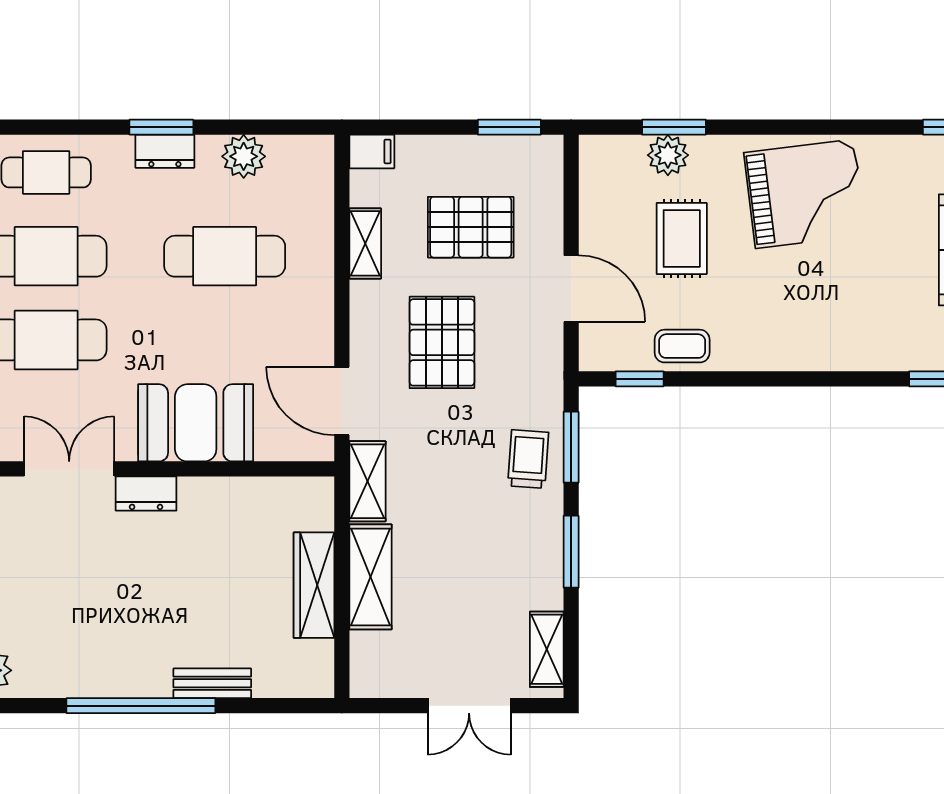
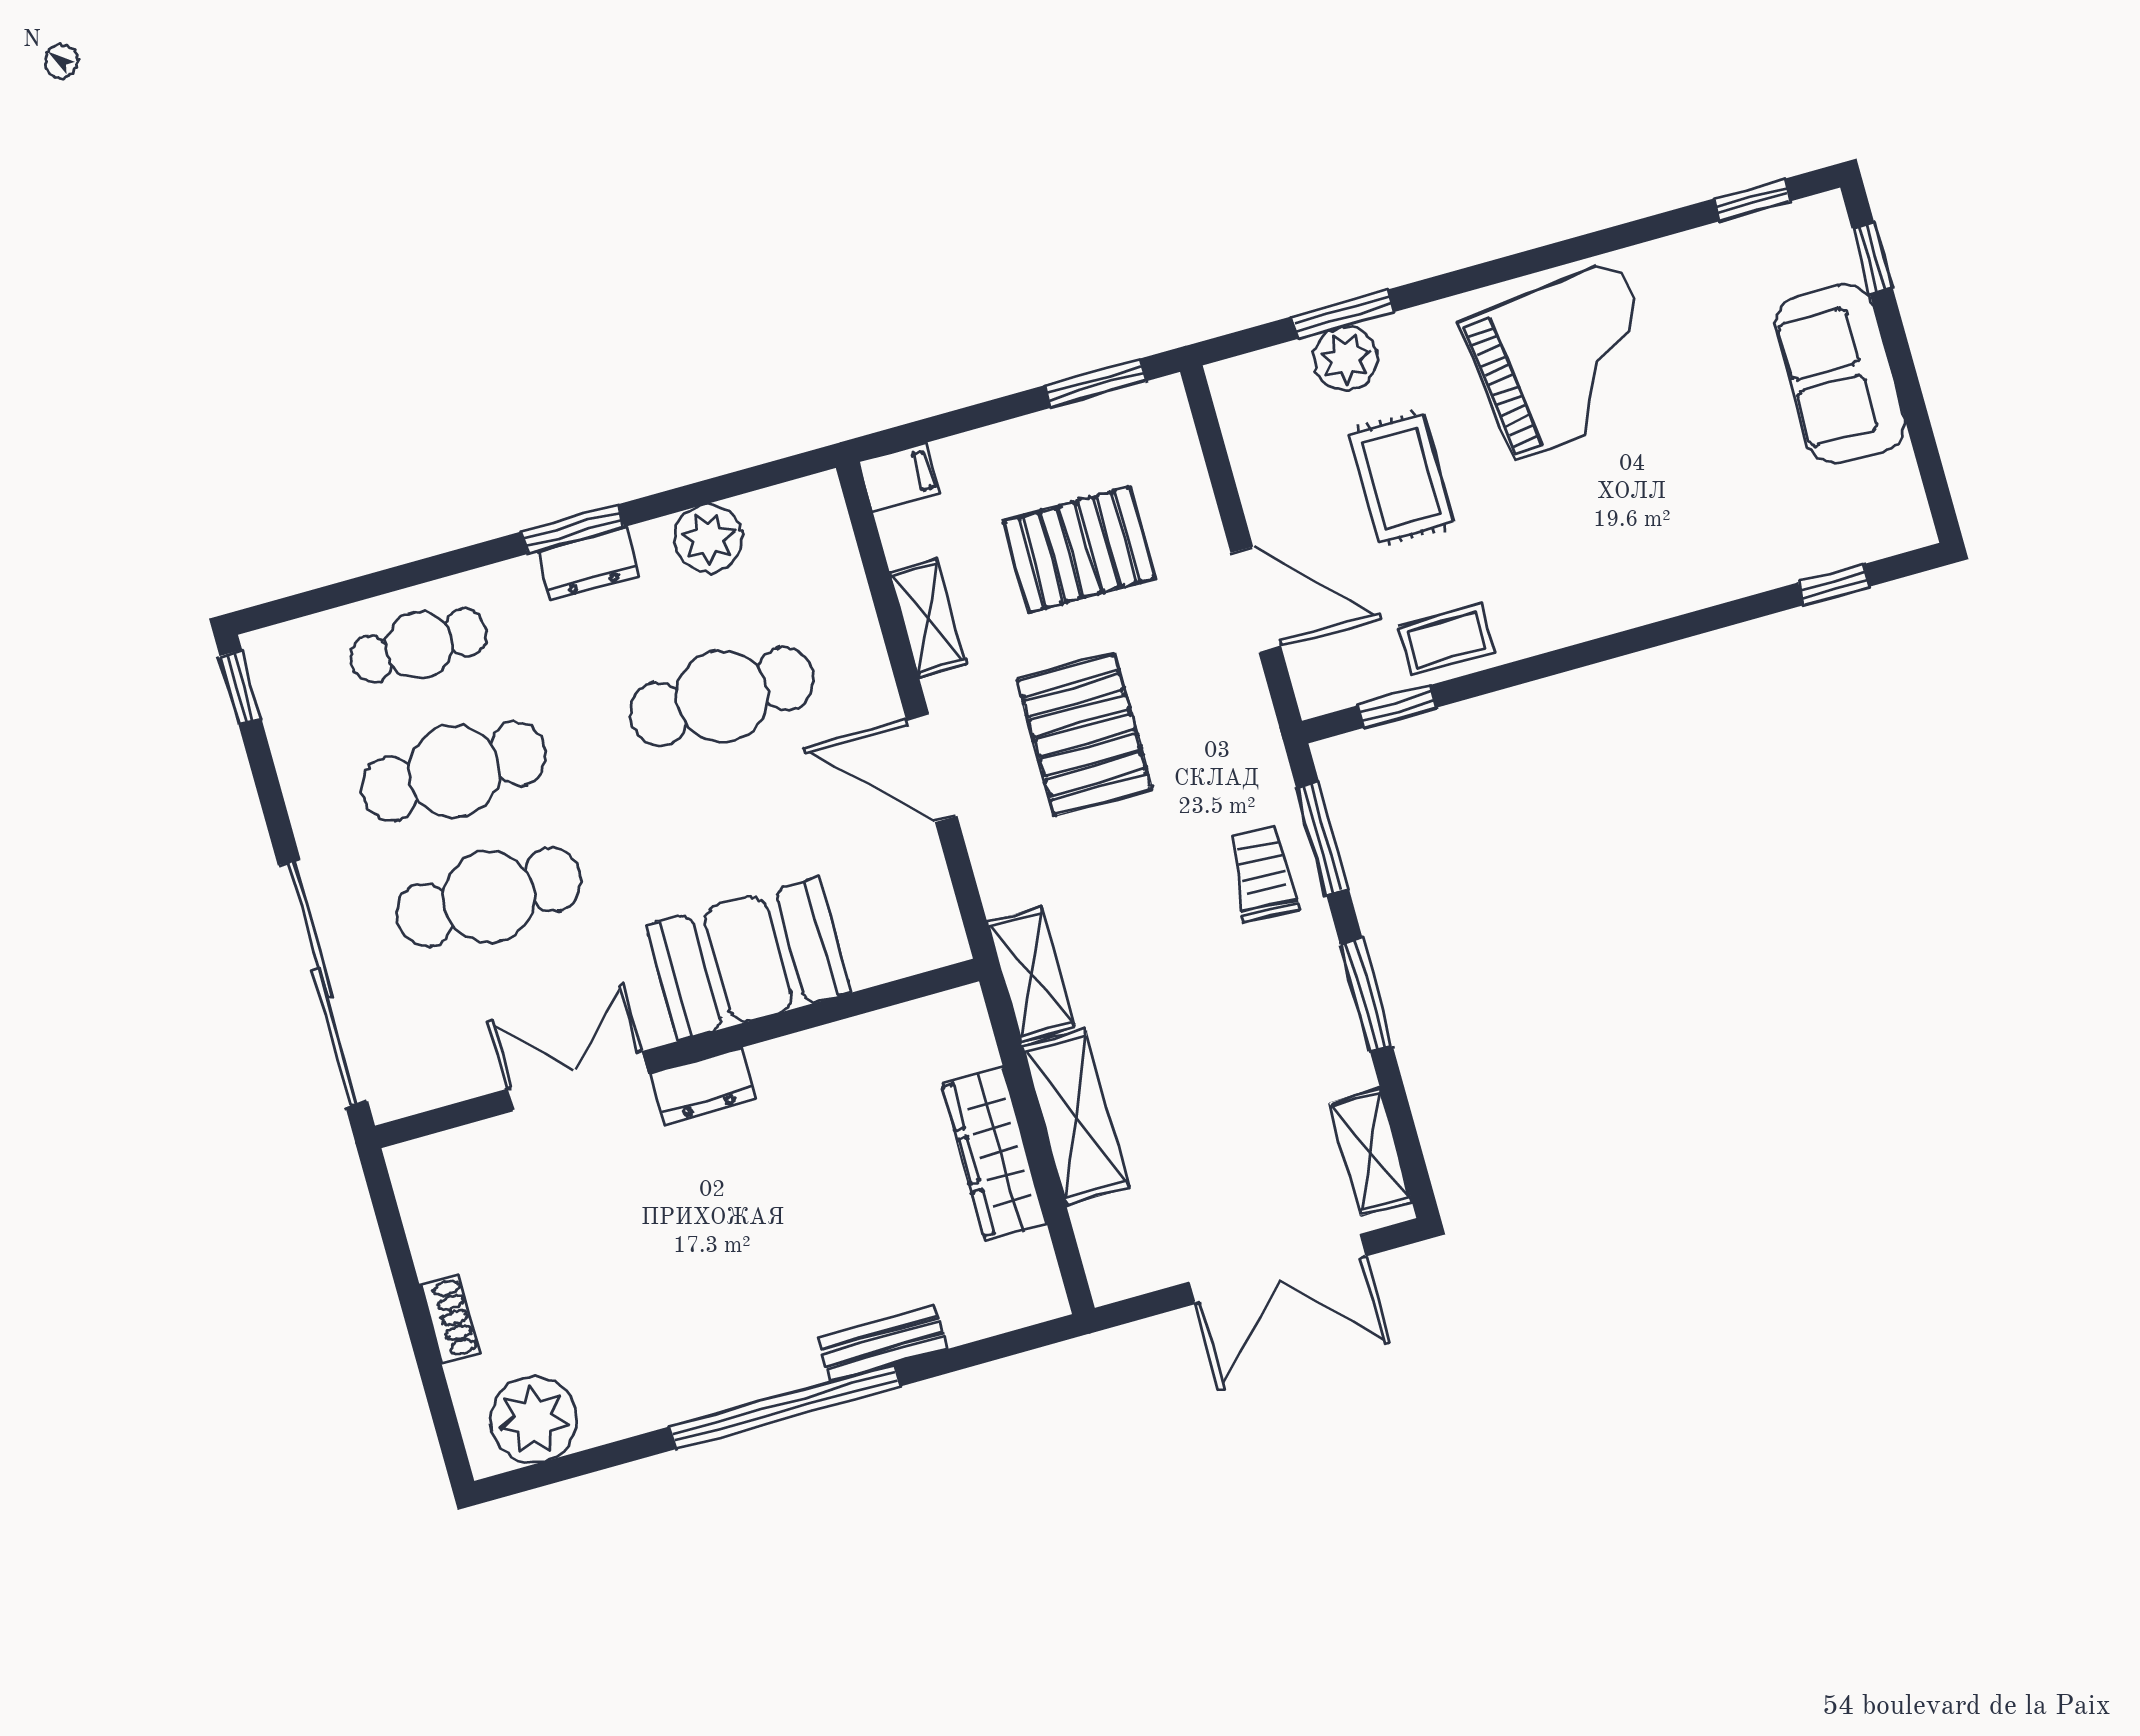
door: (342, 401) -> (932, 768), moved
double door: (469, 706) -> (1278, 1269), width x1.37

